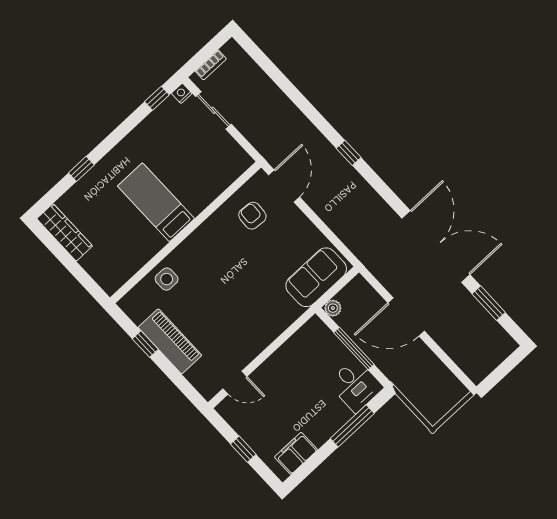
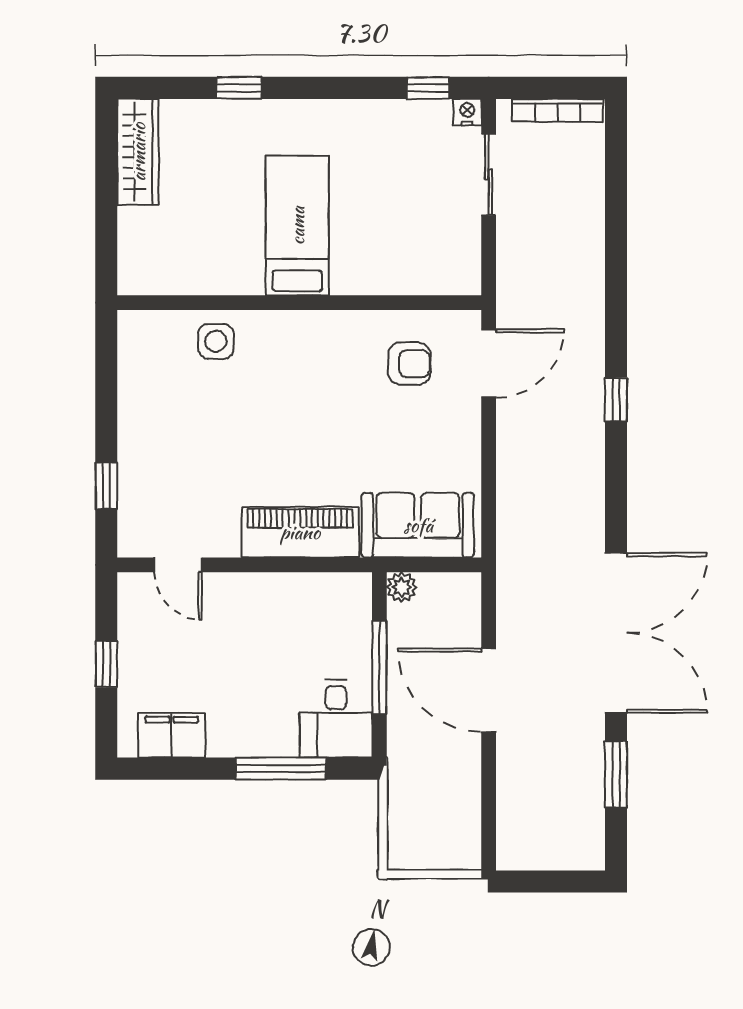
bookcase: (211, 65) -> (558, 110), width x1.56
armchair: (252, 216) -> (409, 364), turned 86
piano: (170, 341) -> (300, 532), moved, turned -90
window: (145, 344) -> (106, 486), moved

